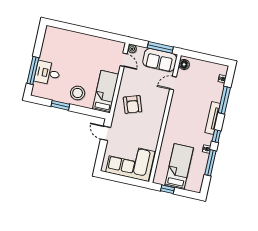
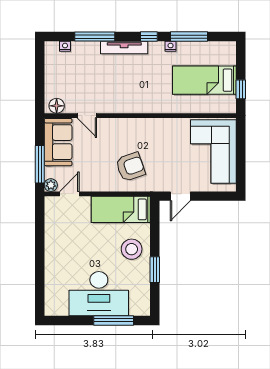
window: (160, 47) -> (40, 164), moved
desk: (47, 73) -> (99, 294), width x1.87, depth x1.30

